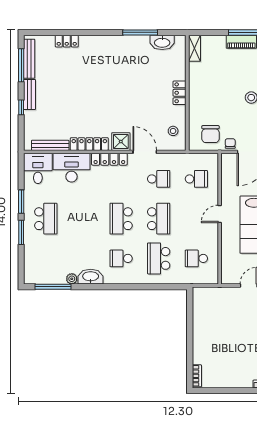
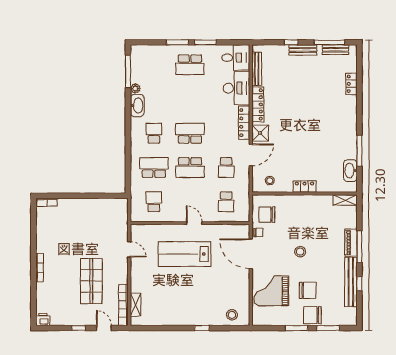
bench: (29, 59) -> (335, 50), width x0.73

